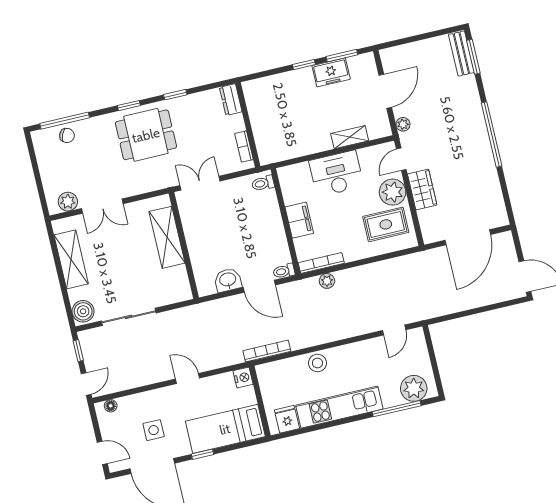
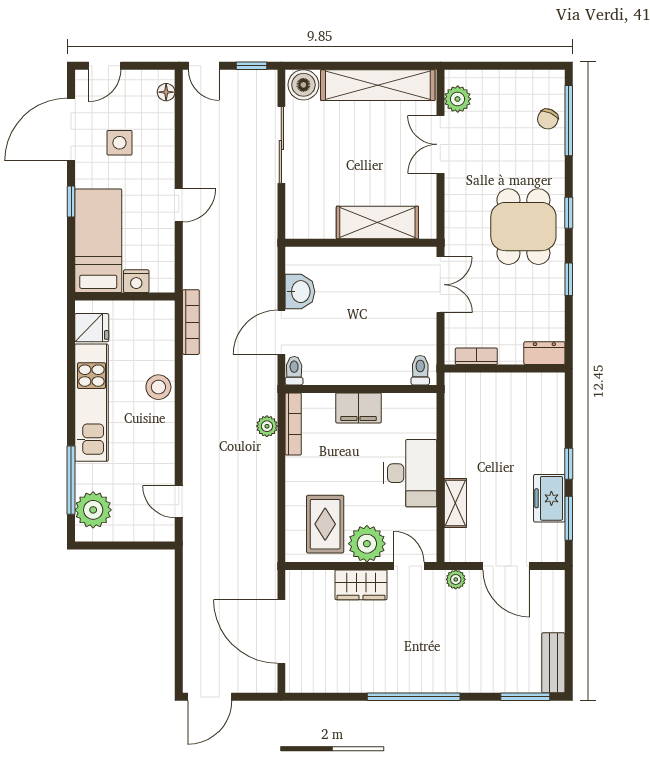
bench: (461, 54) -> (553, 663), moved, turned 90
shelving: (71, 259) -> (378, 85), width x1.47
nightstand: (243, 378) -> (136, 281), moved

